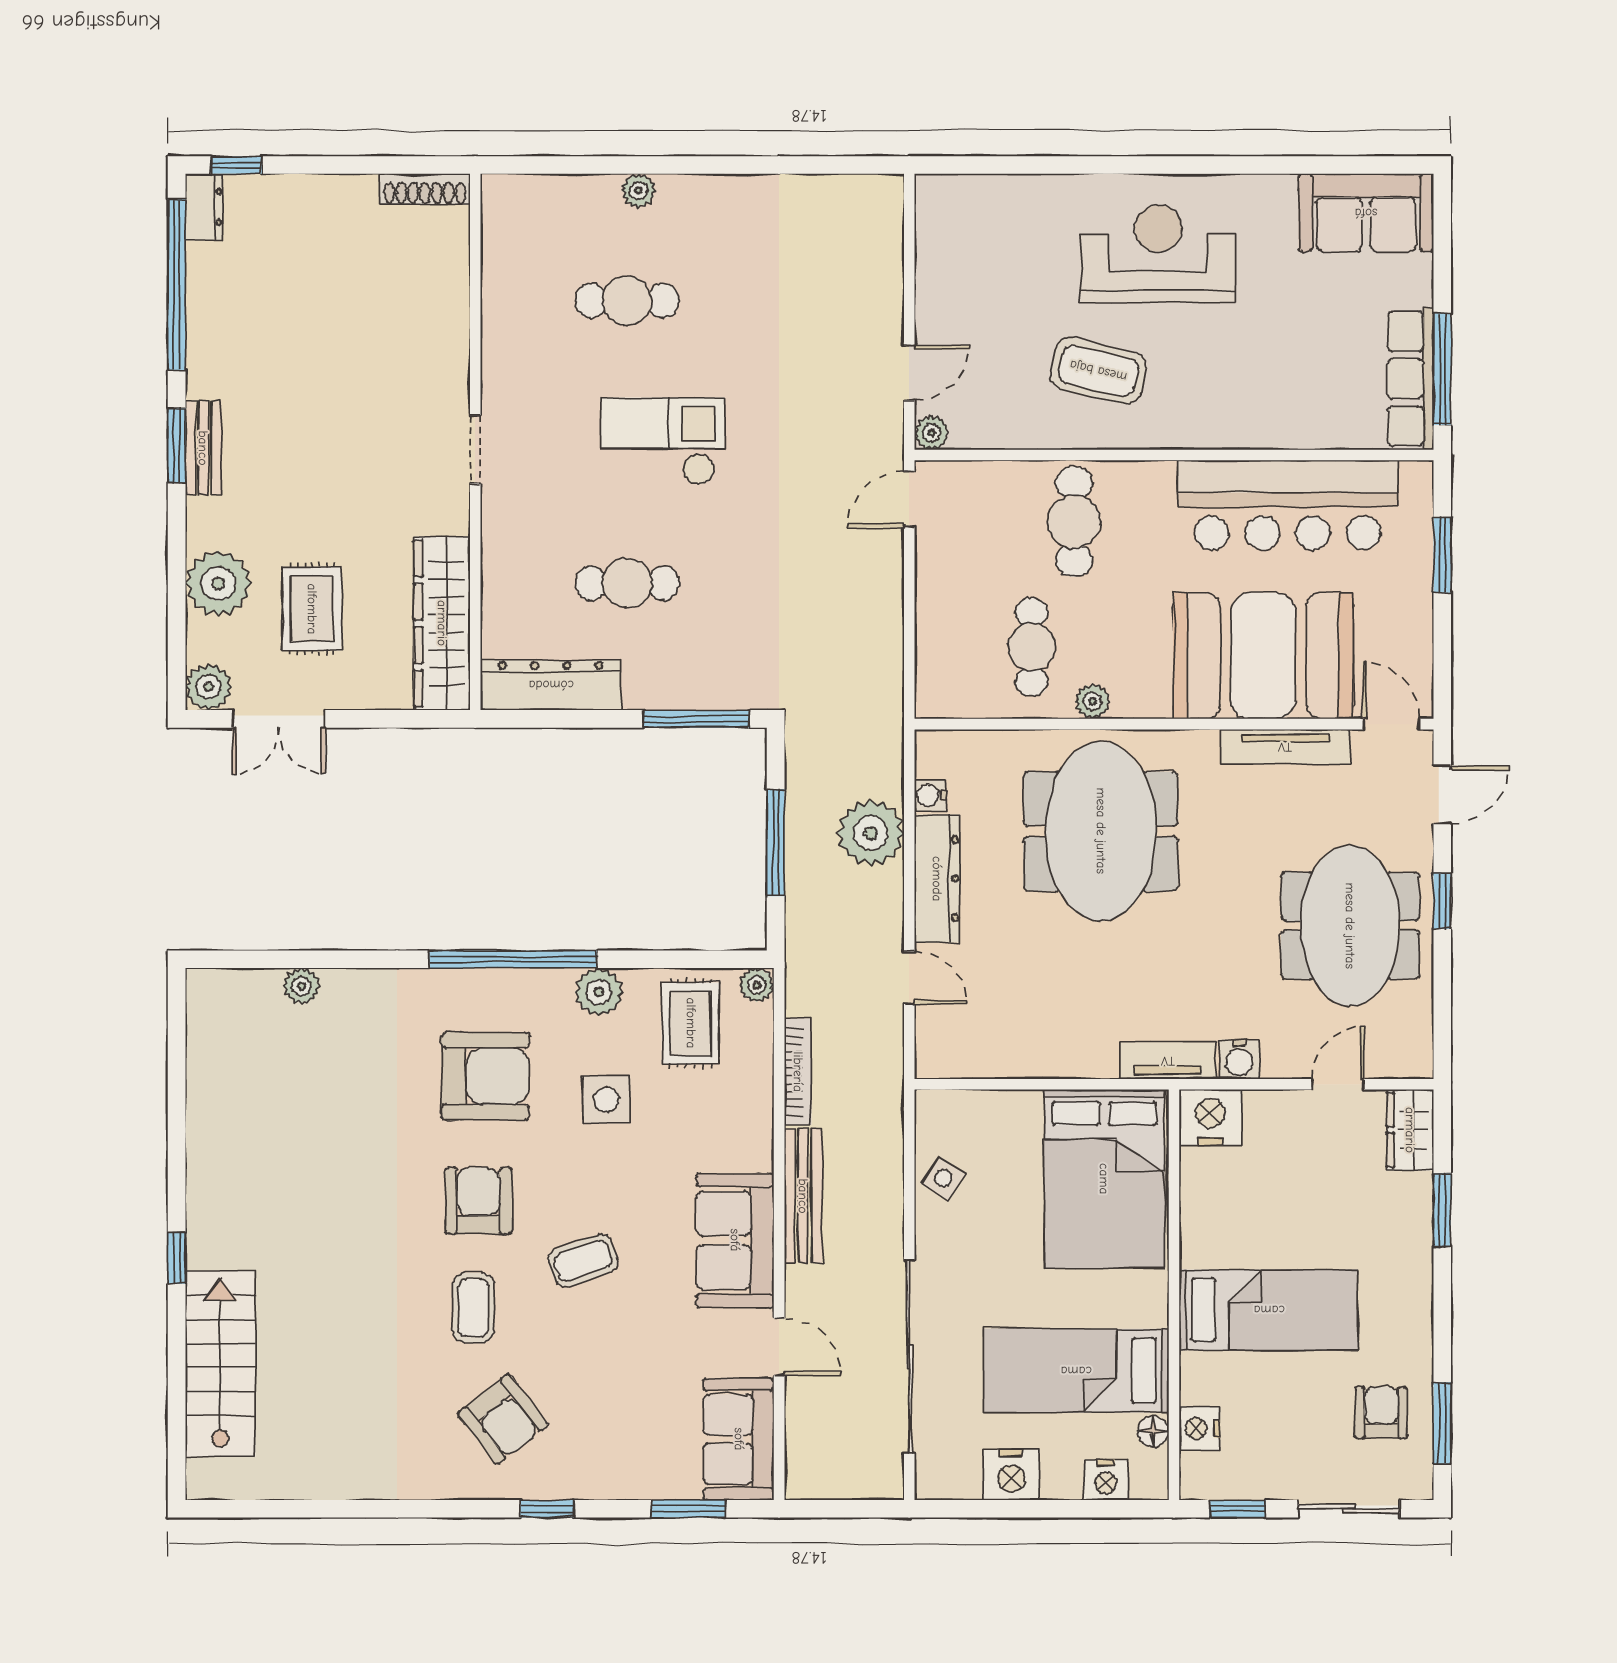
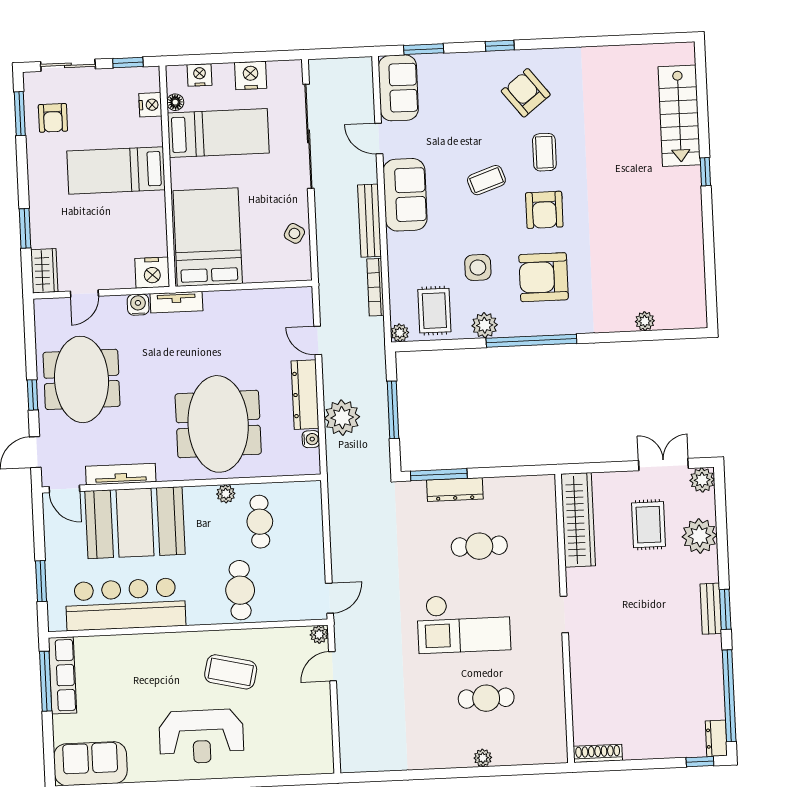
checkout: (662, 441) -> (464, 623), width x1.36, depth x1.21
dresser: (551, 685) -> (455, 490), moved, width x0.73, depth x0.80

